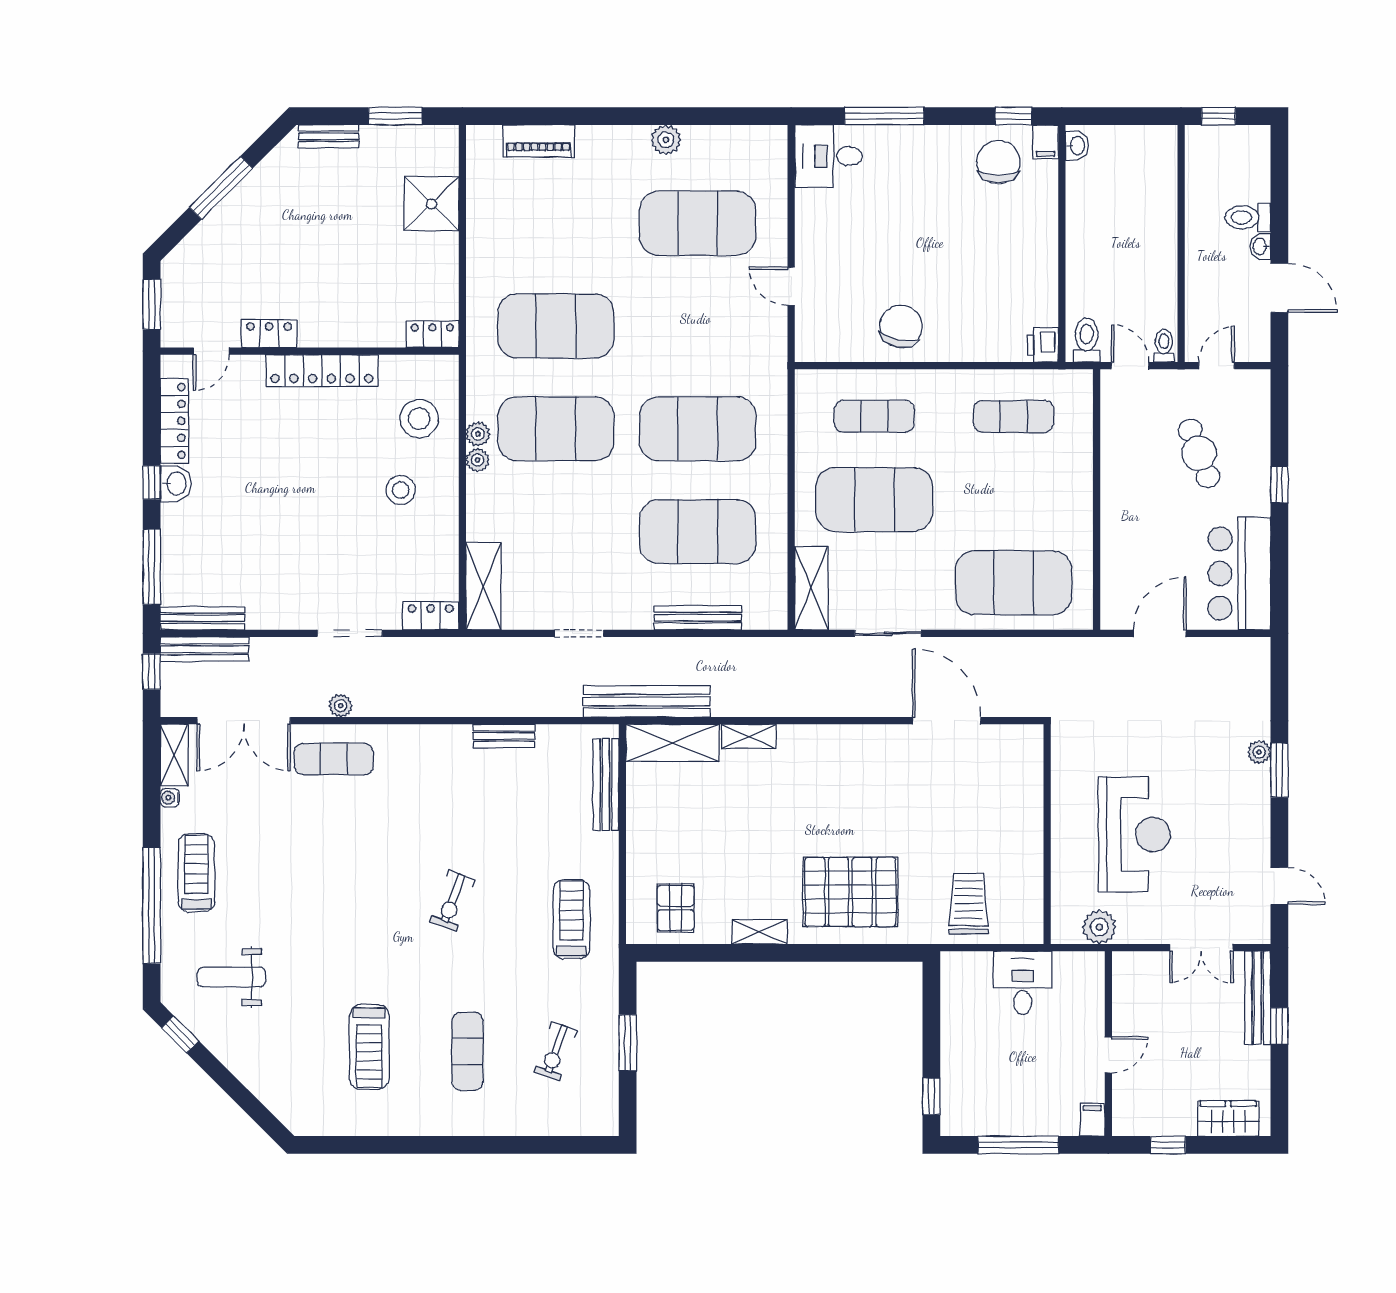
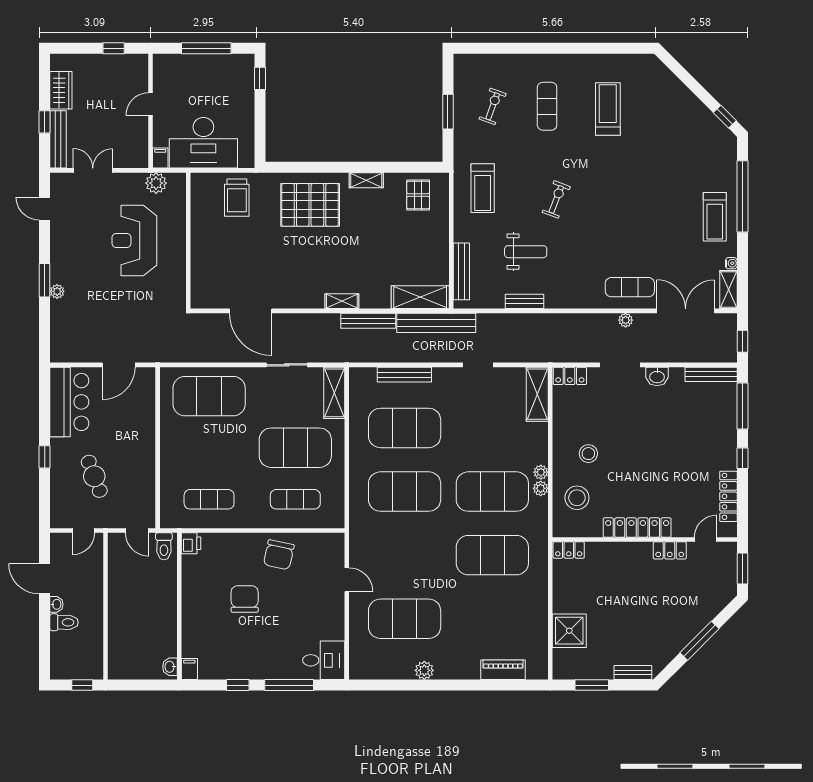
window: (1013, 116) -> (238, 685), moved
chair: (998, 162) -> (245, 599), moved, turned 180
toilet: (1164, 346) -> (116, 543), removed
washbasin: (176, 484) -> (657, 376), moved, turned -90
bench: (204, 649) -> (368, 321), moved
shelving: (749, 736) -> (342, 301), moved
weight bench: (231, 977) -> (526, 252), moved
desk: (1023, 983) -> (203, 143), width x1.87, depth x1.30
wardrobe: (1228, 1119) -> (61, 90), moved, turned -90
filing cabinet: (1092, 1120) -> (160, 158), moved, turned 180

